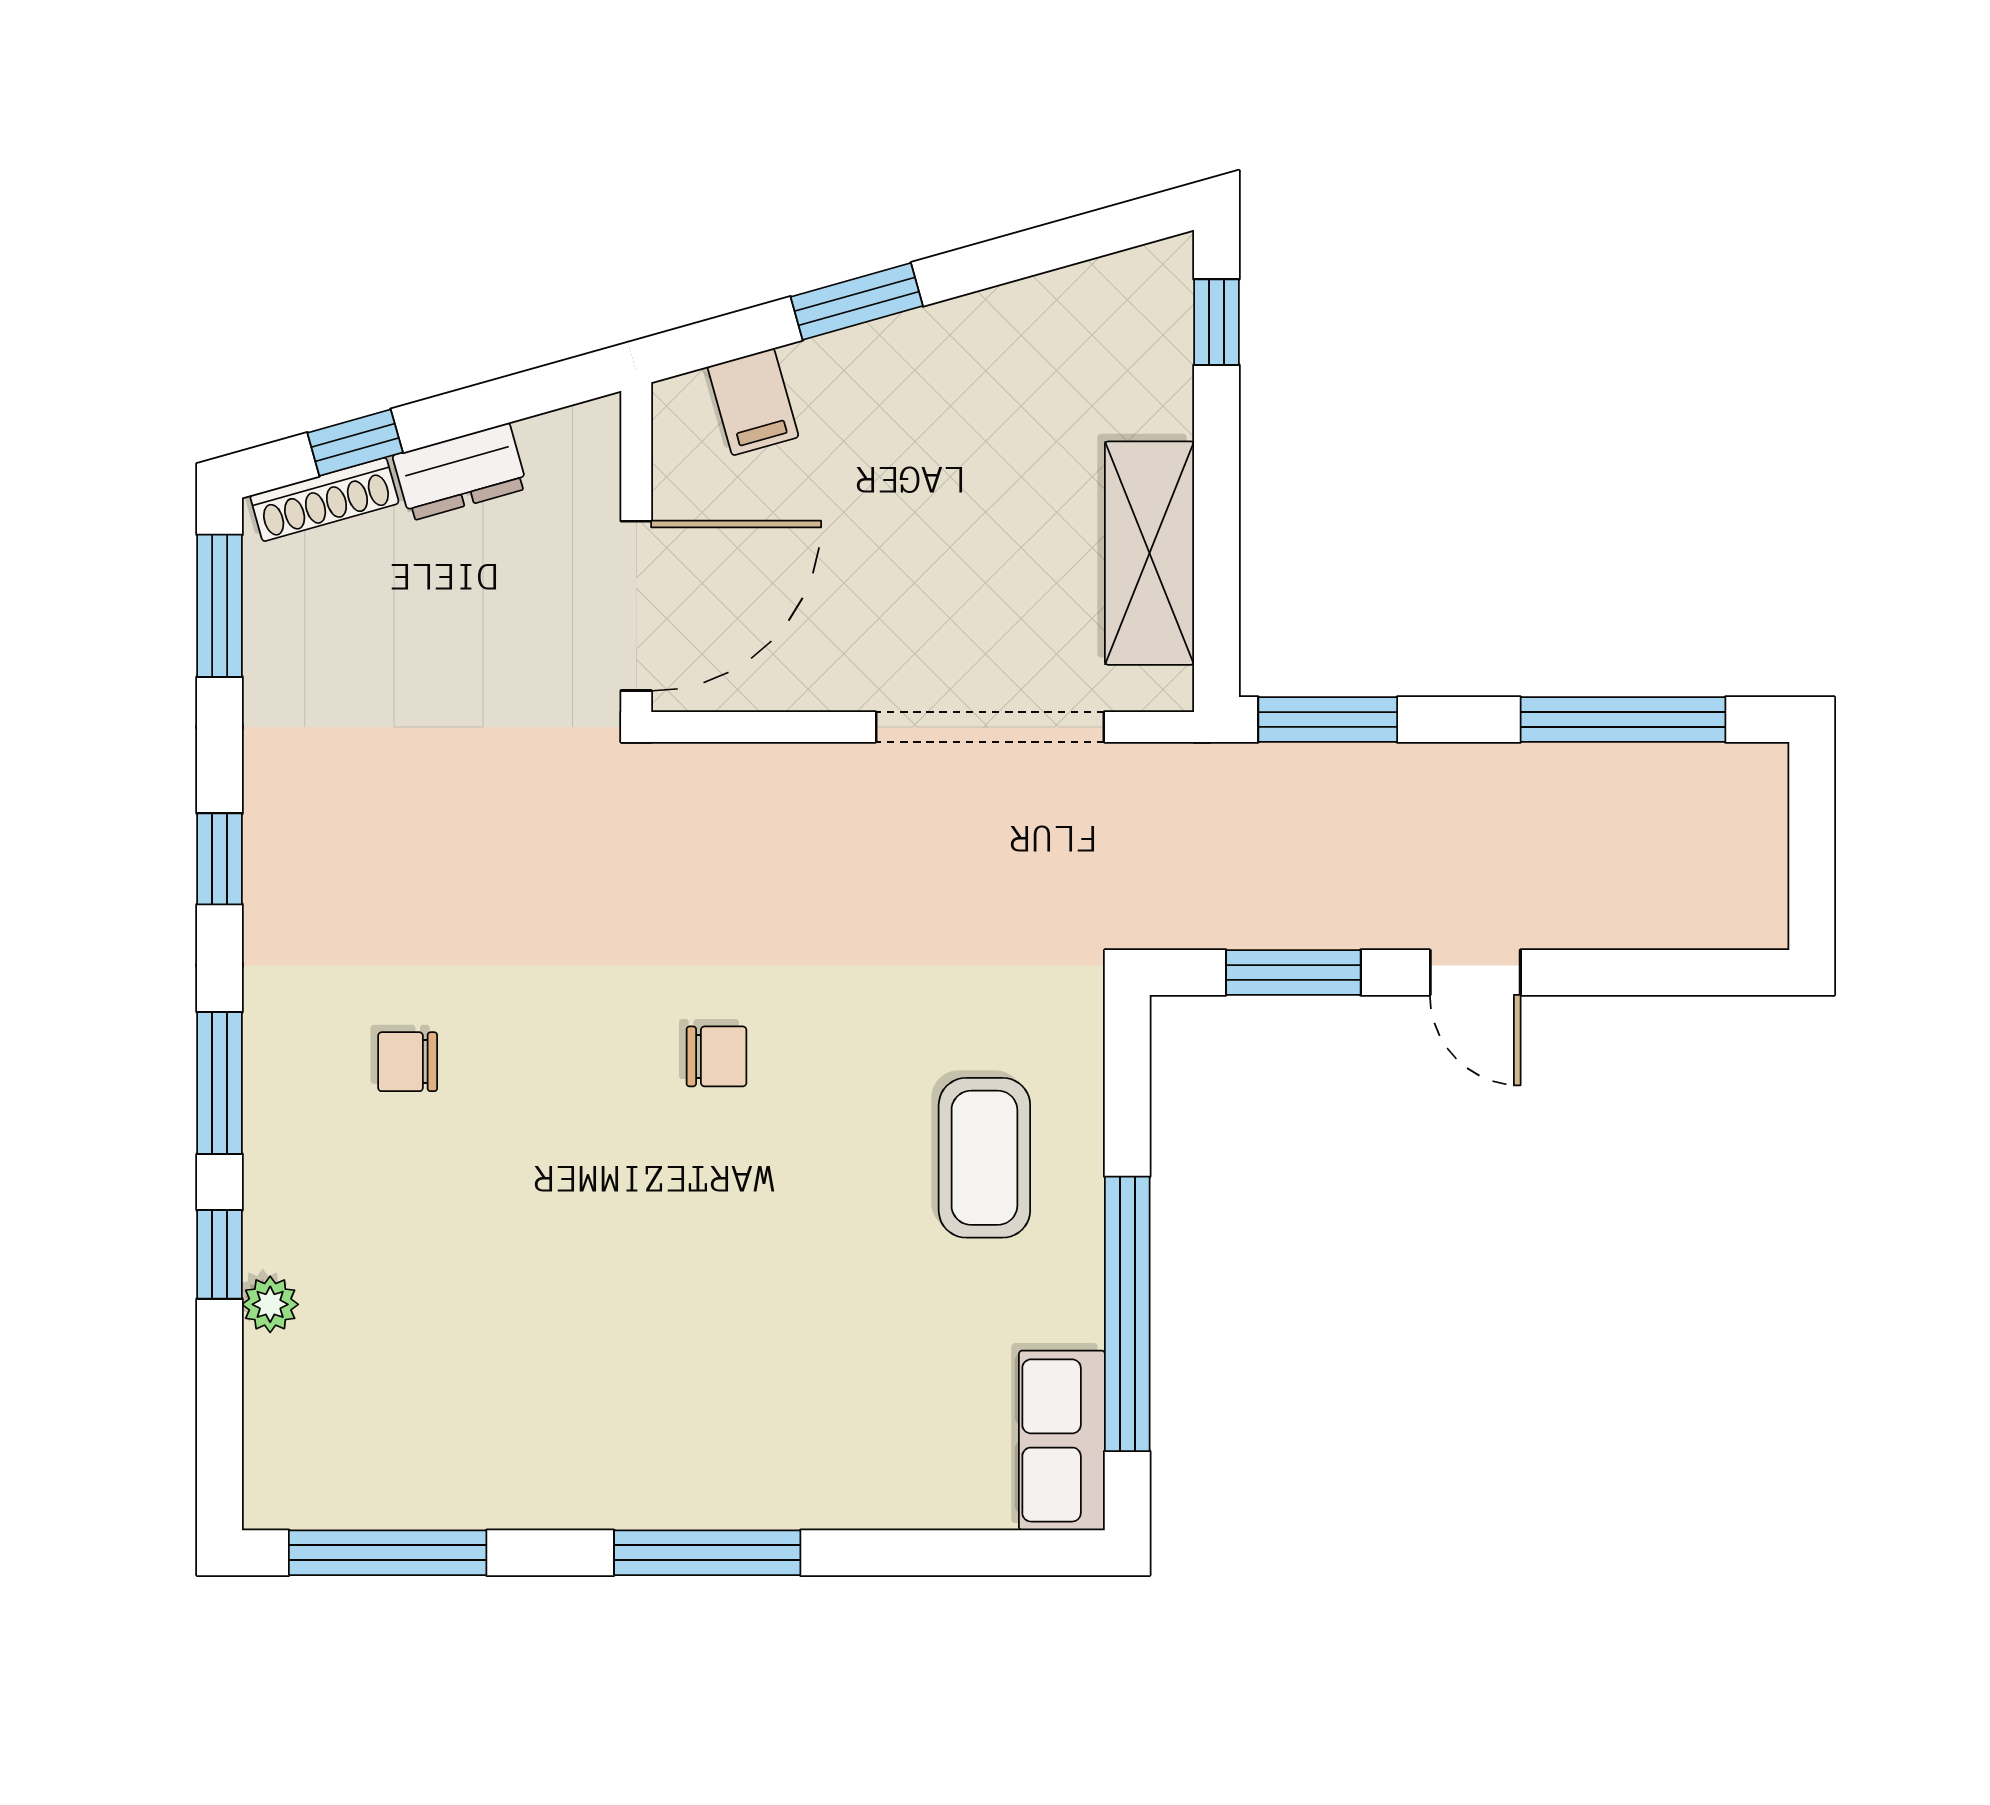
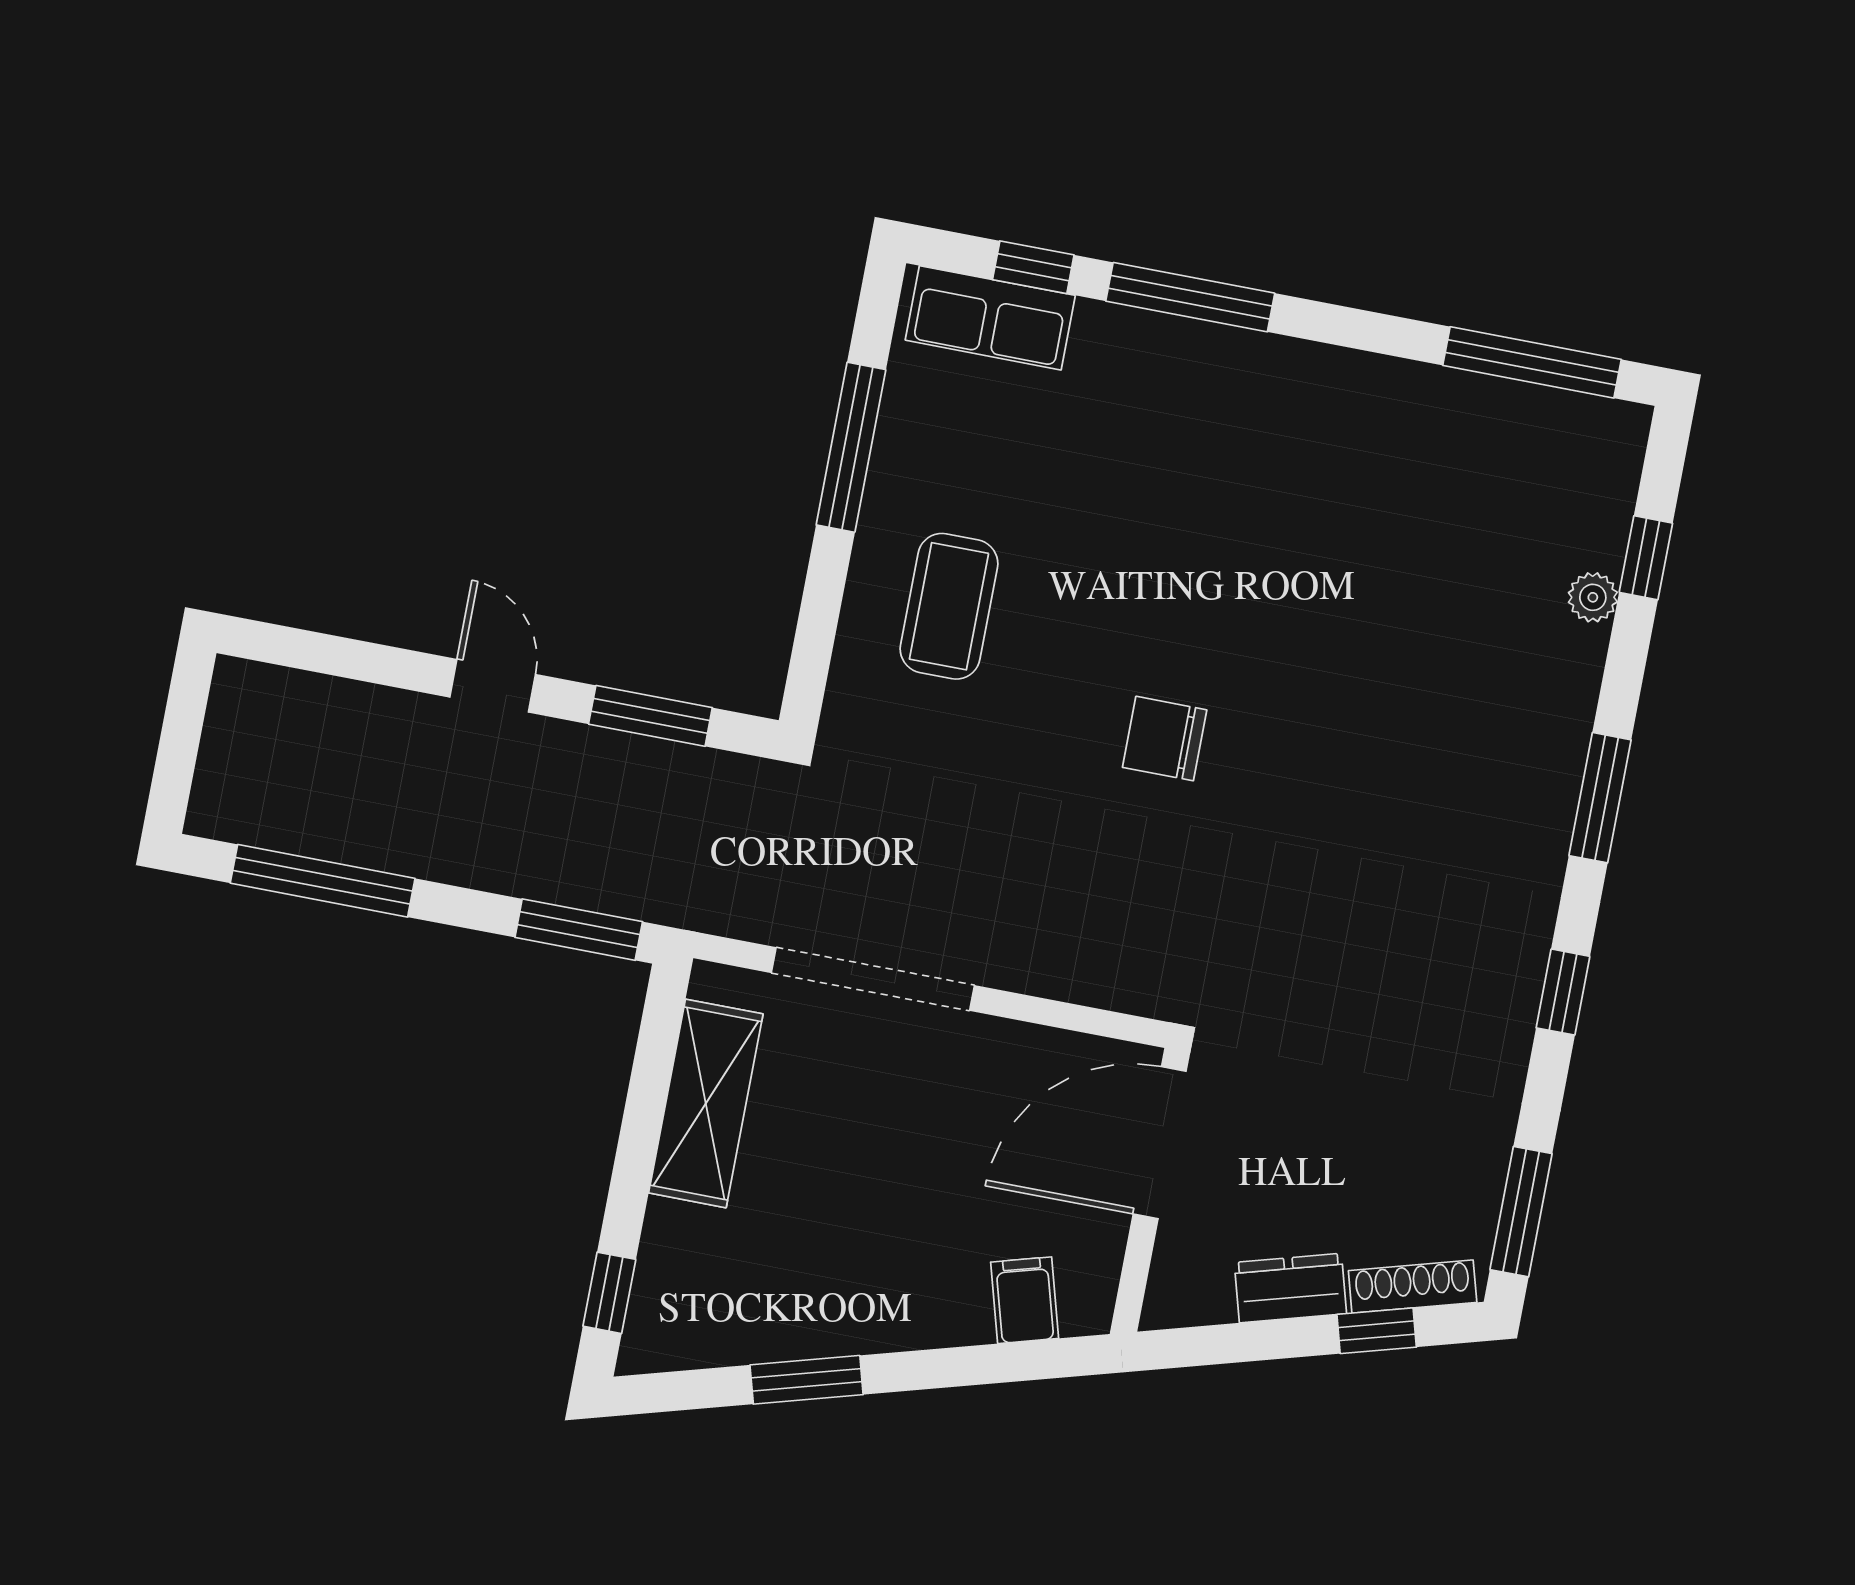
window: (857, 301) -> (807, 1380), moved
chair: (716, 1056) -> (1165, 739), width x1.37, depth x1.37
chair: (408, 1062) -> (1433, 785), removed
window: (220, 1254) -> (1646, 558), moved
window: (1127, 1314) -> (851, 447), width x0.68
row of seats: (1062, 1440) -> (990, 318), moved, turned 90
window: (707, 1553) -> (1190, 297), moved
window: (963, 1553) -> (1033, 267), added

